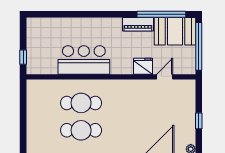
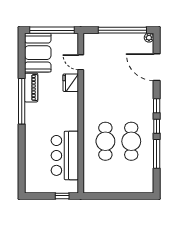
window: (161, 14) -> (22, 101), moved
bar counter: (84, 60) -> (65, 155), moved
window: (199, 121) -> (122, 30), width x3.17

